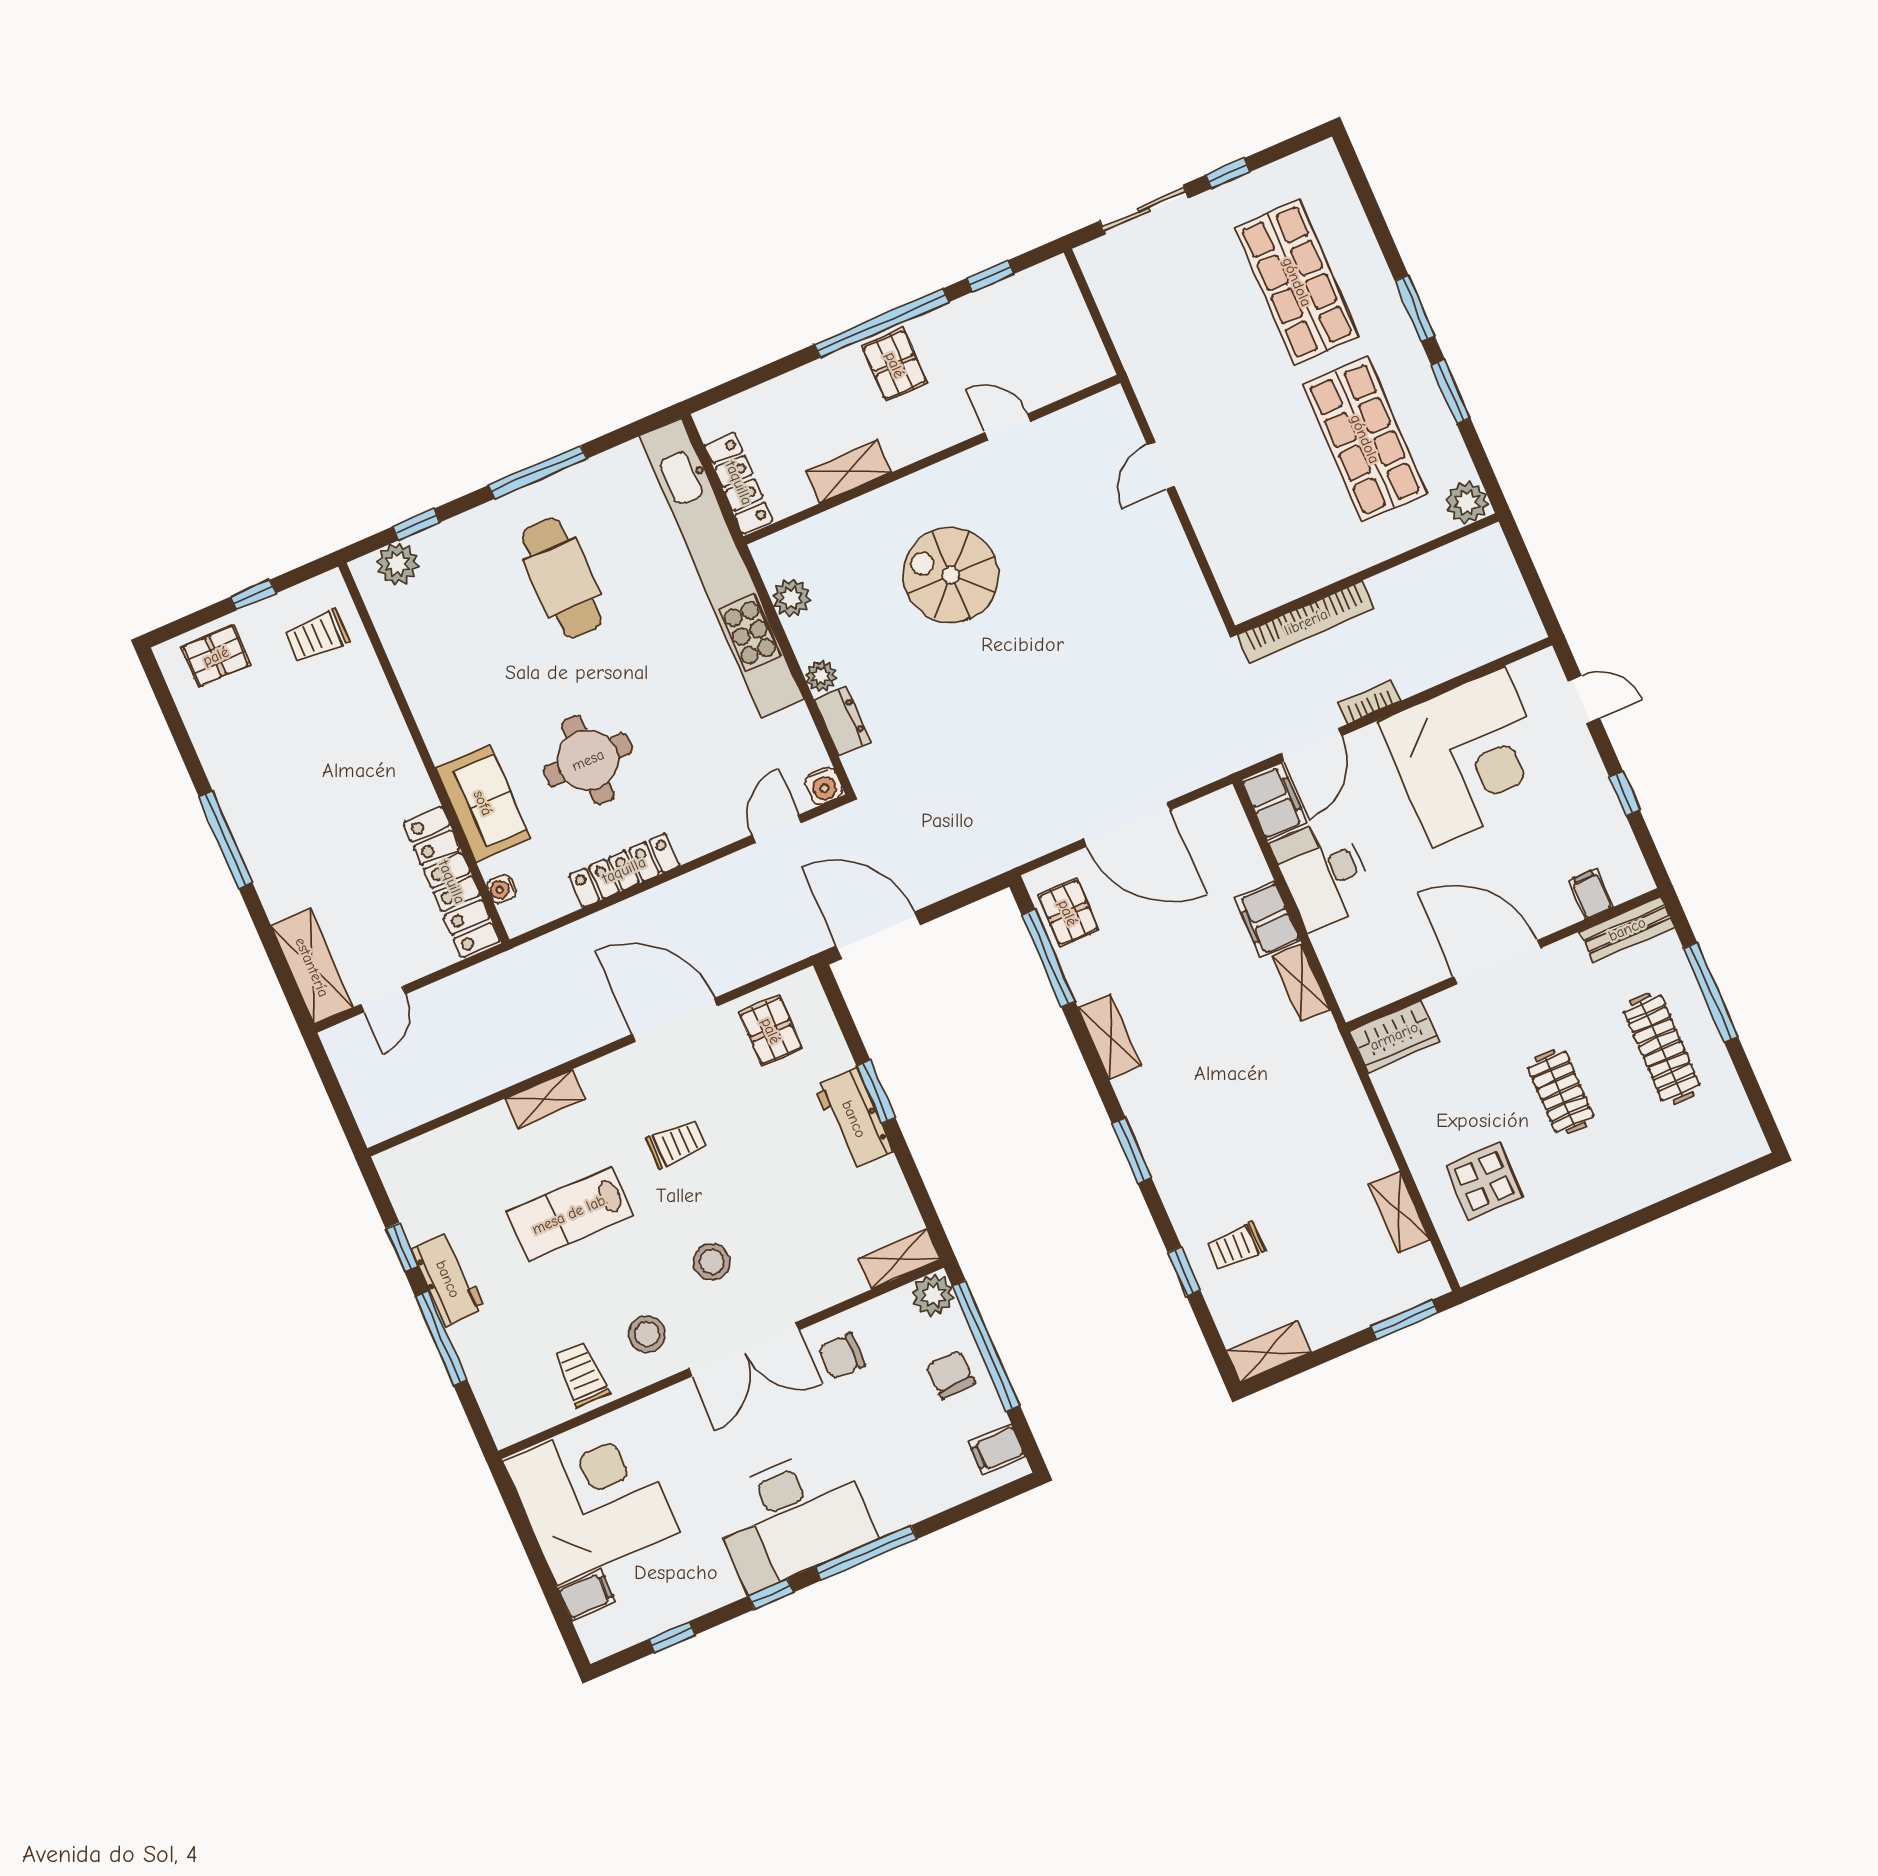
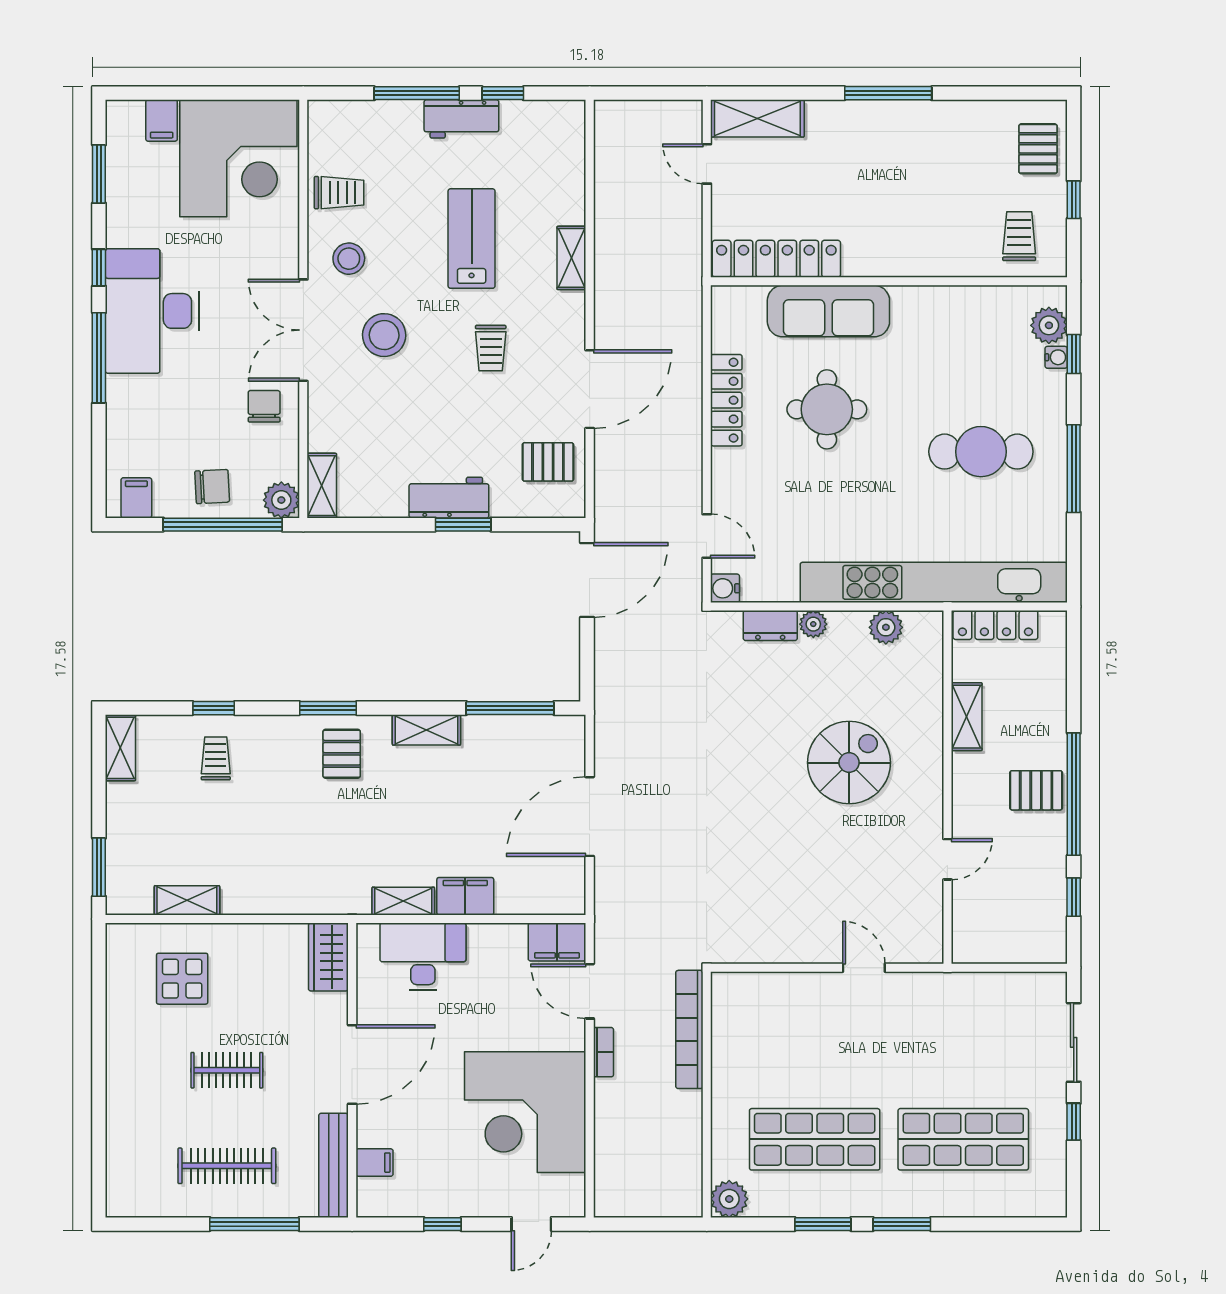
sofa: (483, 803) -> (828, 311), width x1.36
desk: (1323, 873) -> (423, 956), moved
water cooler: (502, 889) -> (1056, 357), moved, turned 90
pallet: (1068, 913) -> (342, 754), moved, turned 90
bench: (1627, 929) -> (334, 1165), width x1.36
stool: (712, 1262) -> (384, 335), width x1.38, depth x1.38
window: (672, 1637) -> (99, 174), width x1.50

